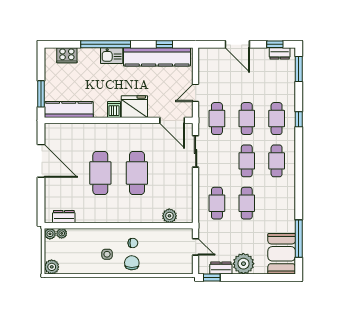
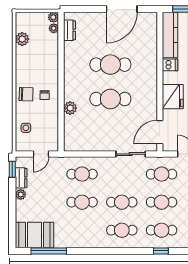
dishwasher: (114, 110) -> (170, 65), moved
plant: (169, 216) -> (70, 108), moved
side table: (107, 254) -> (26, 128), moved
plant: (243, 264) -> (21, 194), width x0.53, depth x0.53
plant: (52, 267) -> (22, 39), moved

